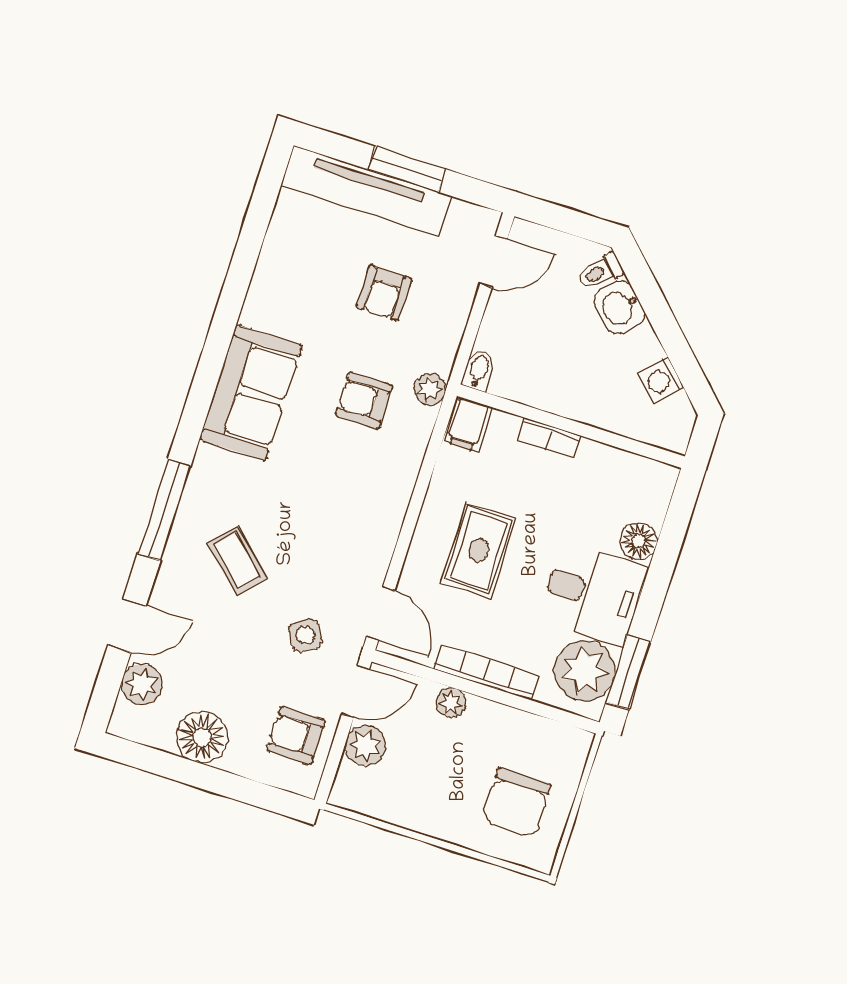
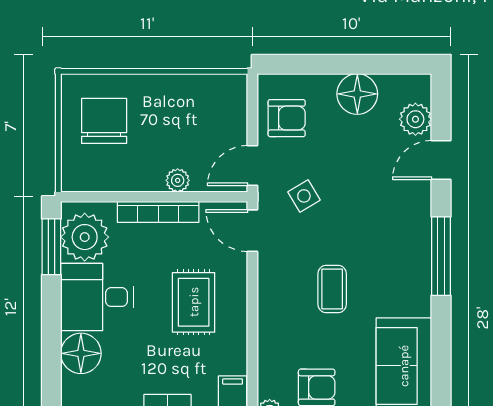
floor lamp: (638, 541) -> (81, 353), width x1.38, depth x1.38
coffee table: (237, 561) -> (332, 289), moved, turned 48
plant: (366, 746) -> (232, 127), removed

